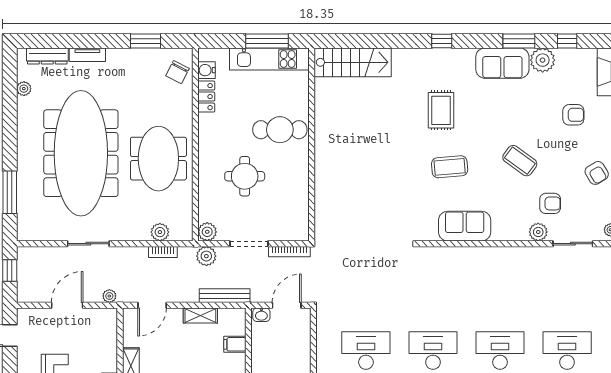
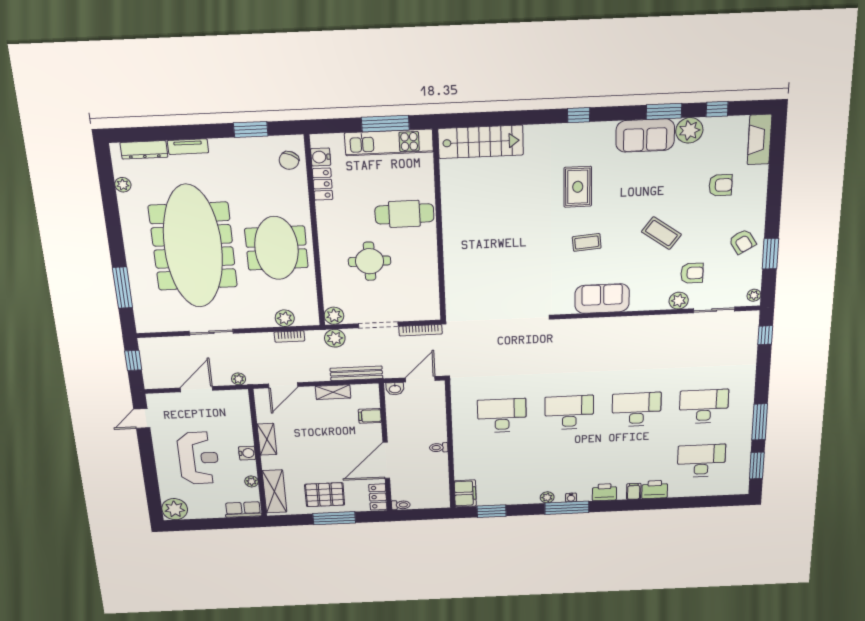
coffee table: (450, 167) -> (587, 242), width x0.73, depth x0.77

